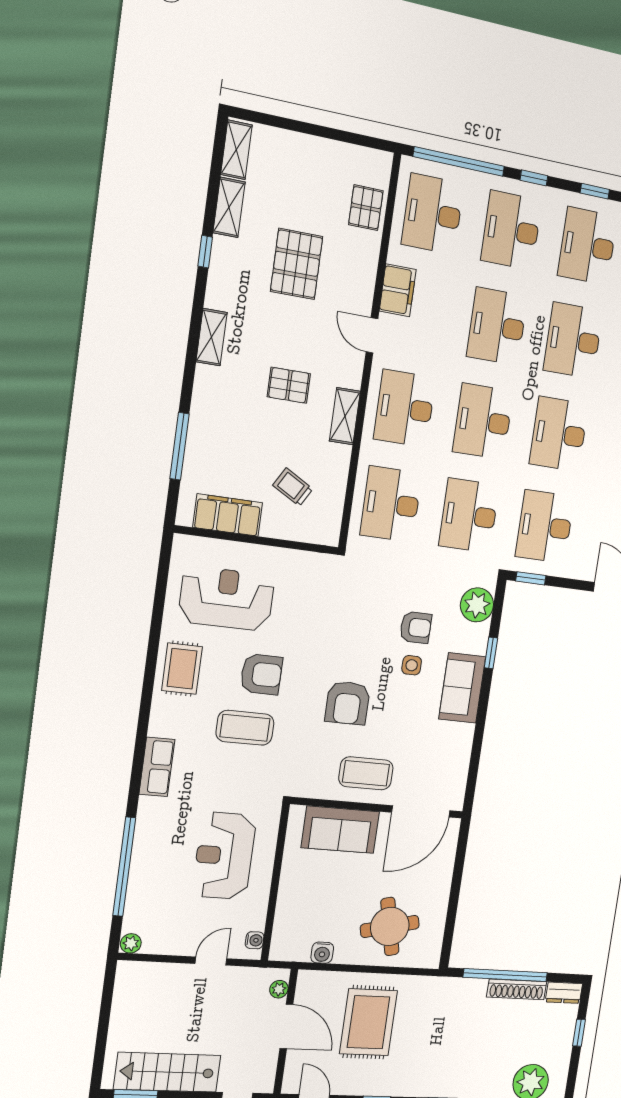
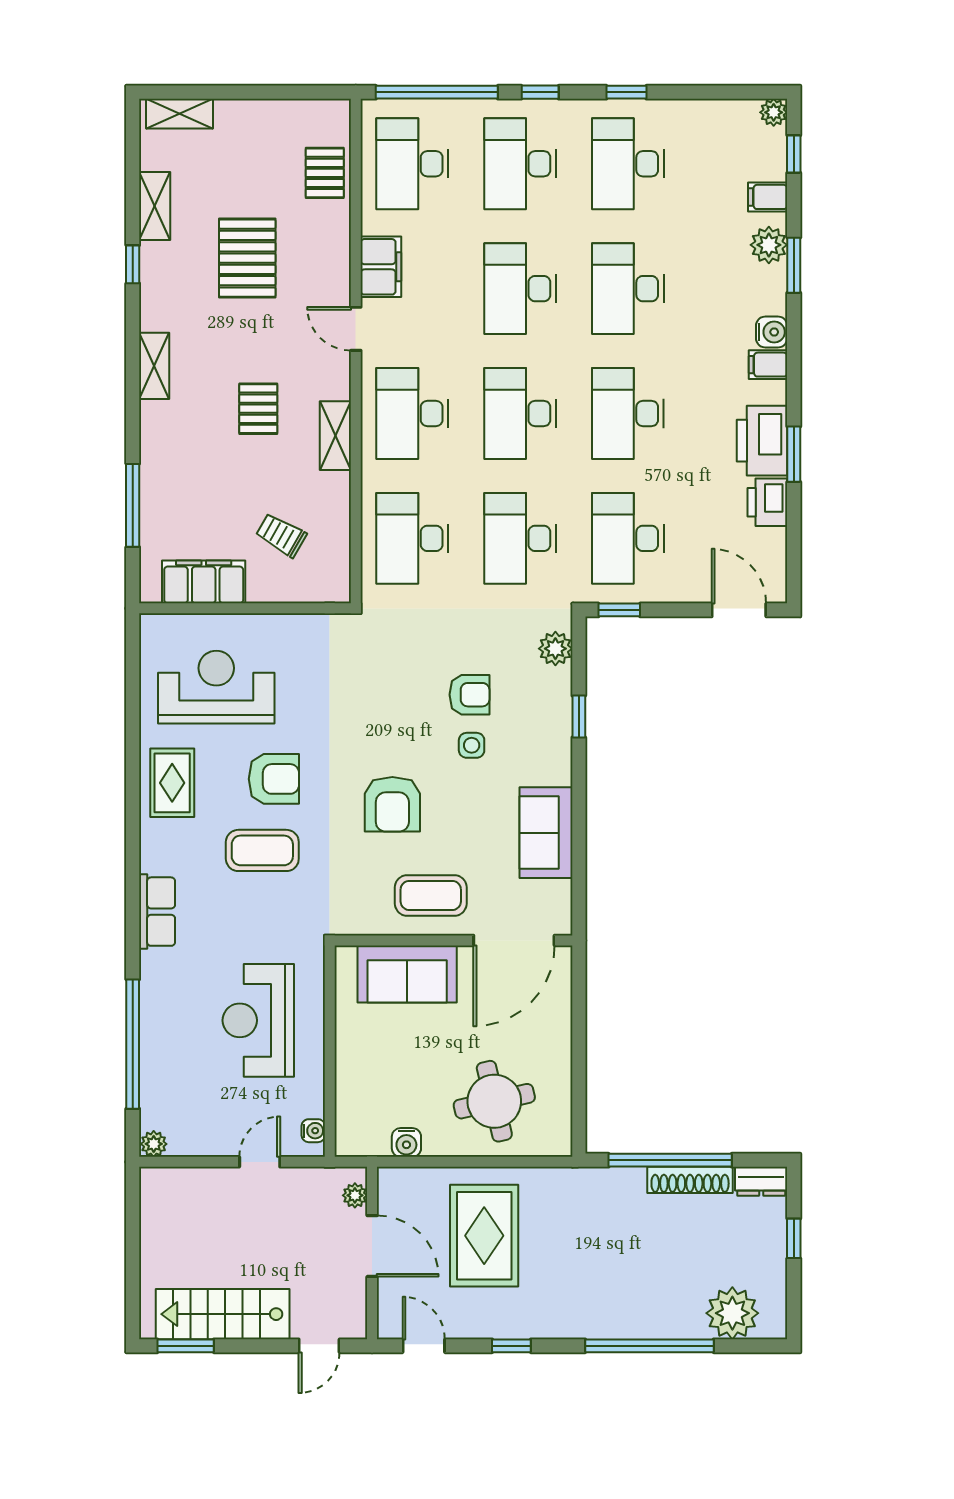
shelving: (236, 150) -> (179, 114), moved, turned 90
pallet: (289, 385) -> (258, 409), turned 90
plant: (477, 605) -> (555, 649), width x0.73, depth x0.73
sofa: (462, 688) -> (546, 833), moved

